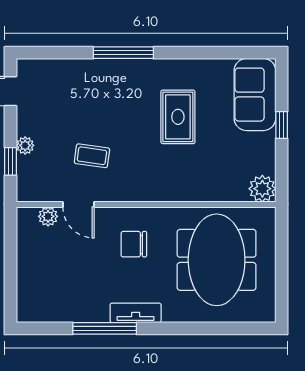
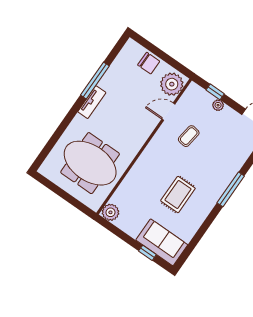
rug: (178, 117) -> (178, 195), turned 90
window: (282, 125) -> (147, 253), moved
plant: (48, 216) -> (172, 84), width x1.88, depth x1.88
chair: (134, 244) -> (149, 63), moved, turned 90

